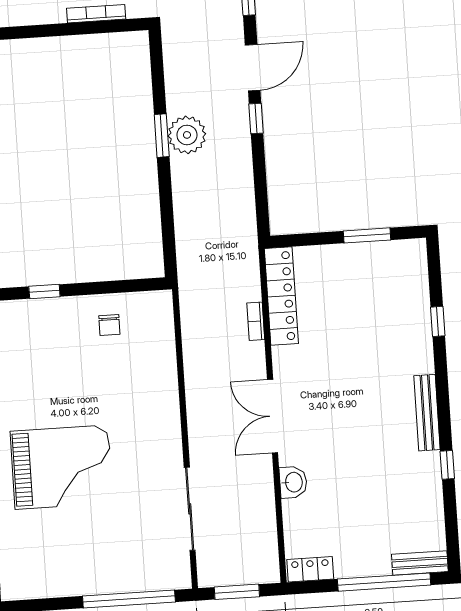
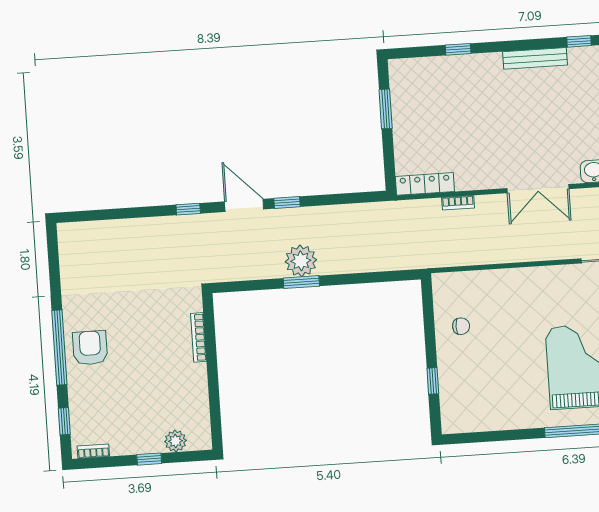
locker: (281, 296) -> (425, 184), width x0.71, depth x0.83

